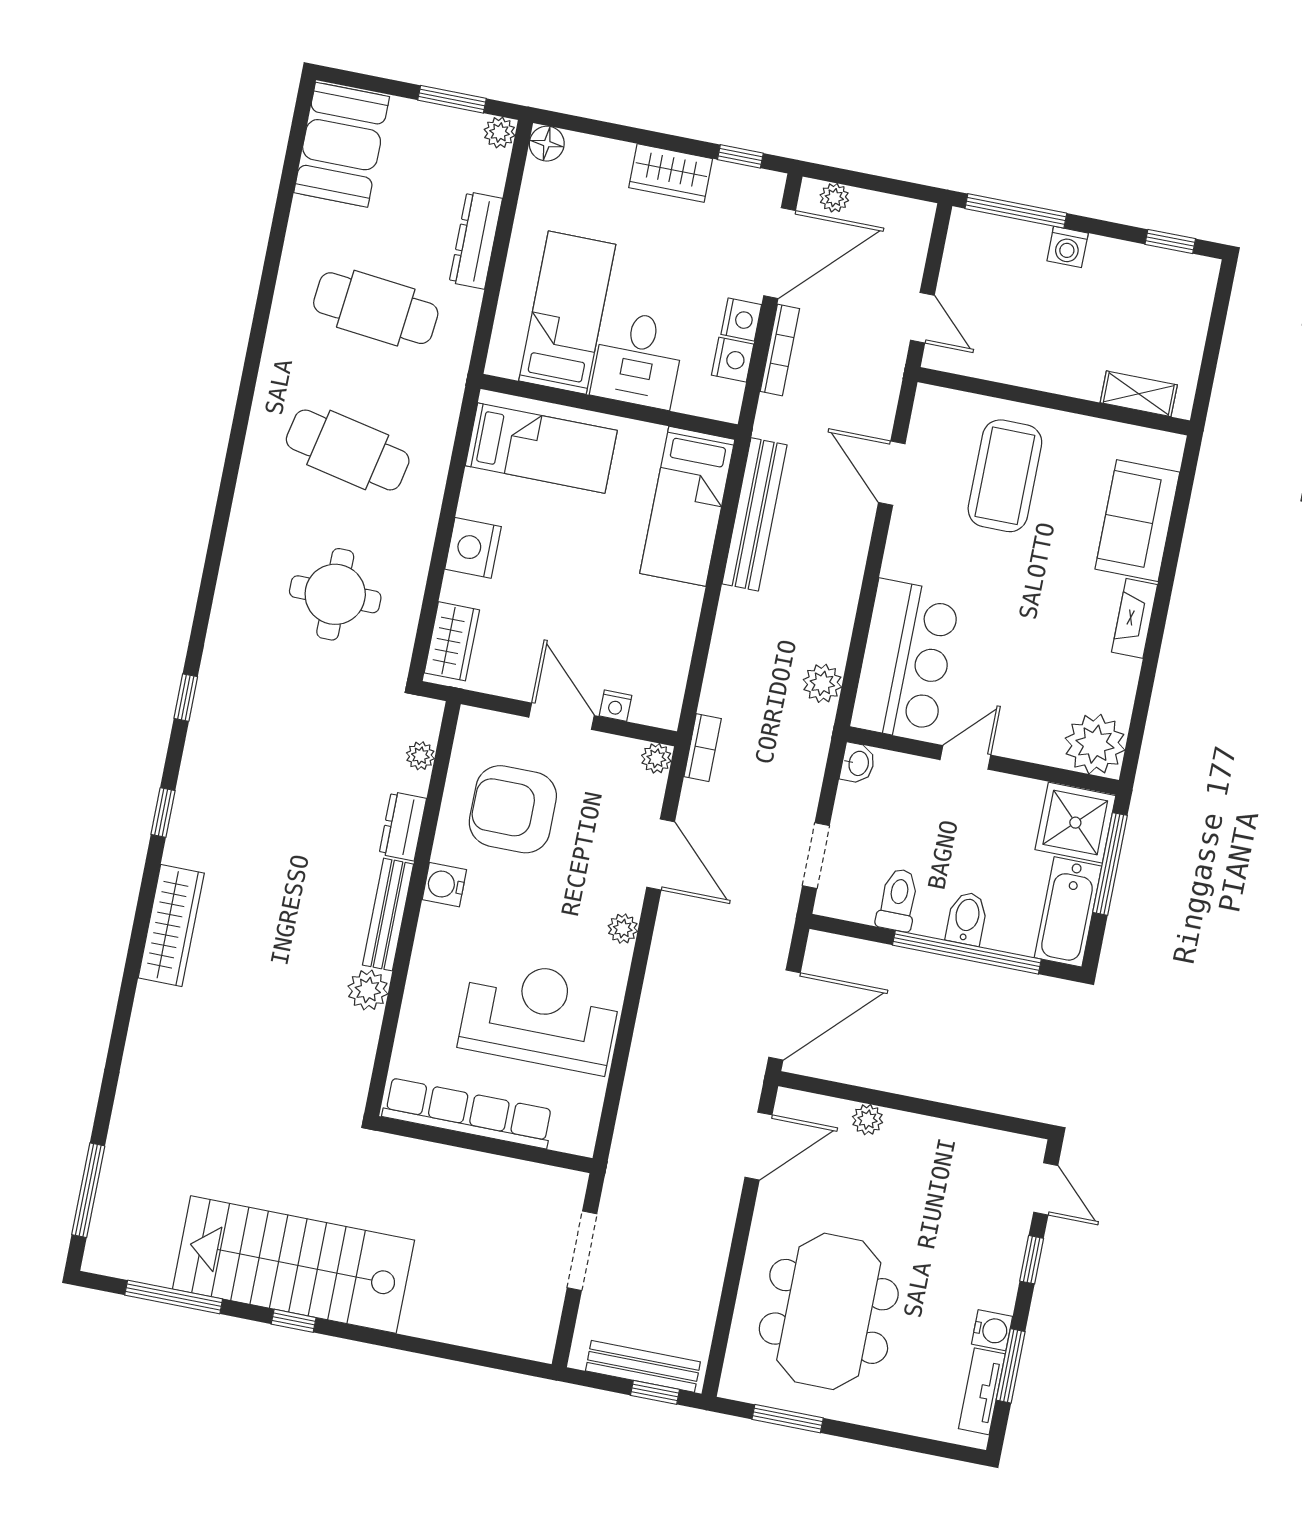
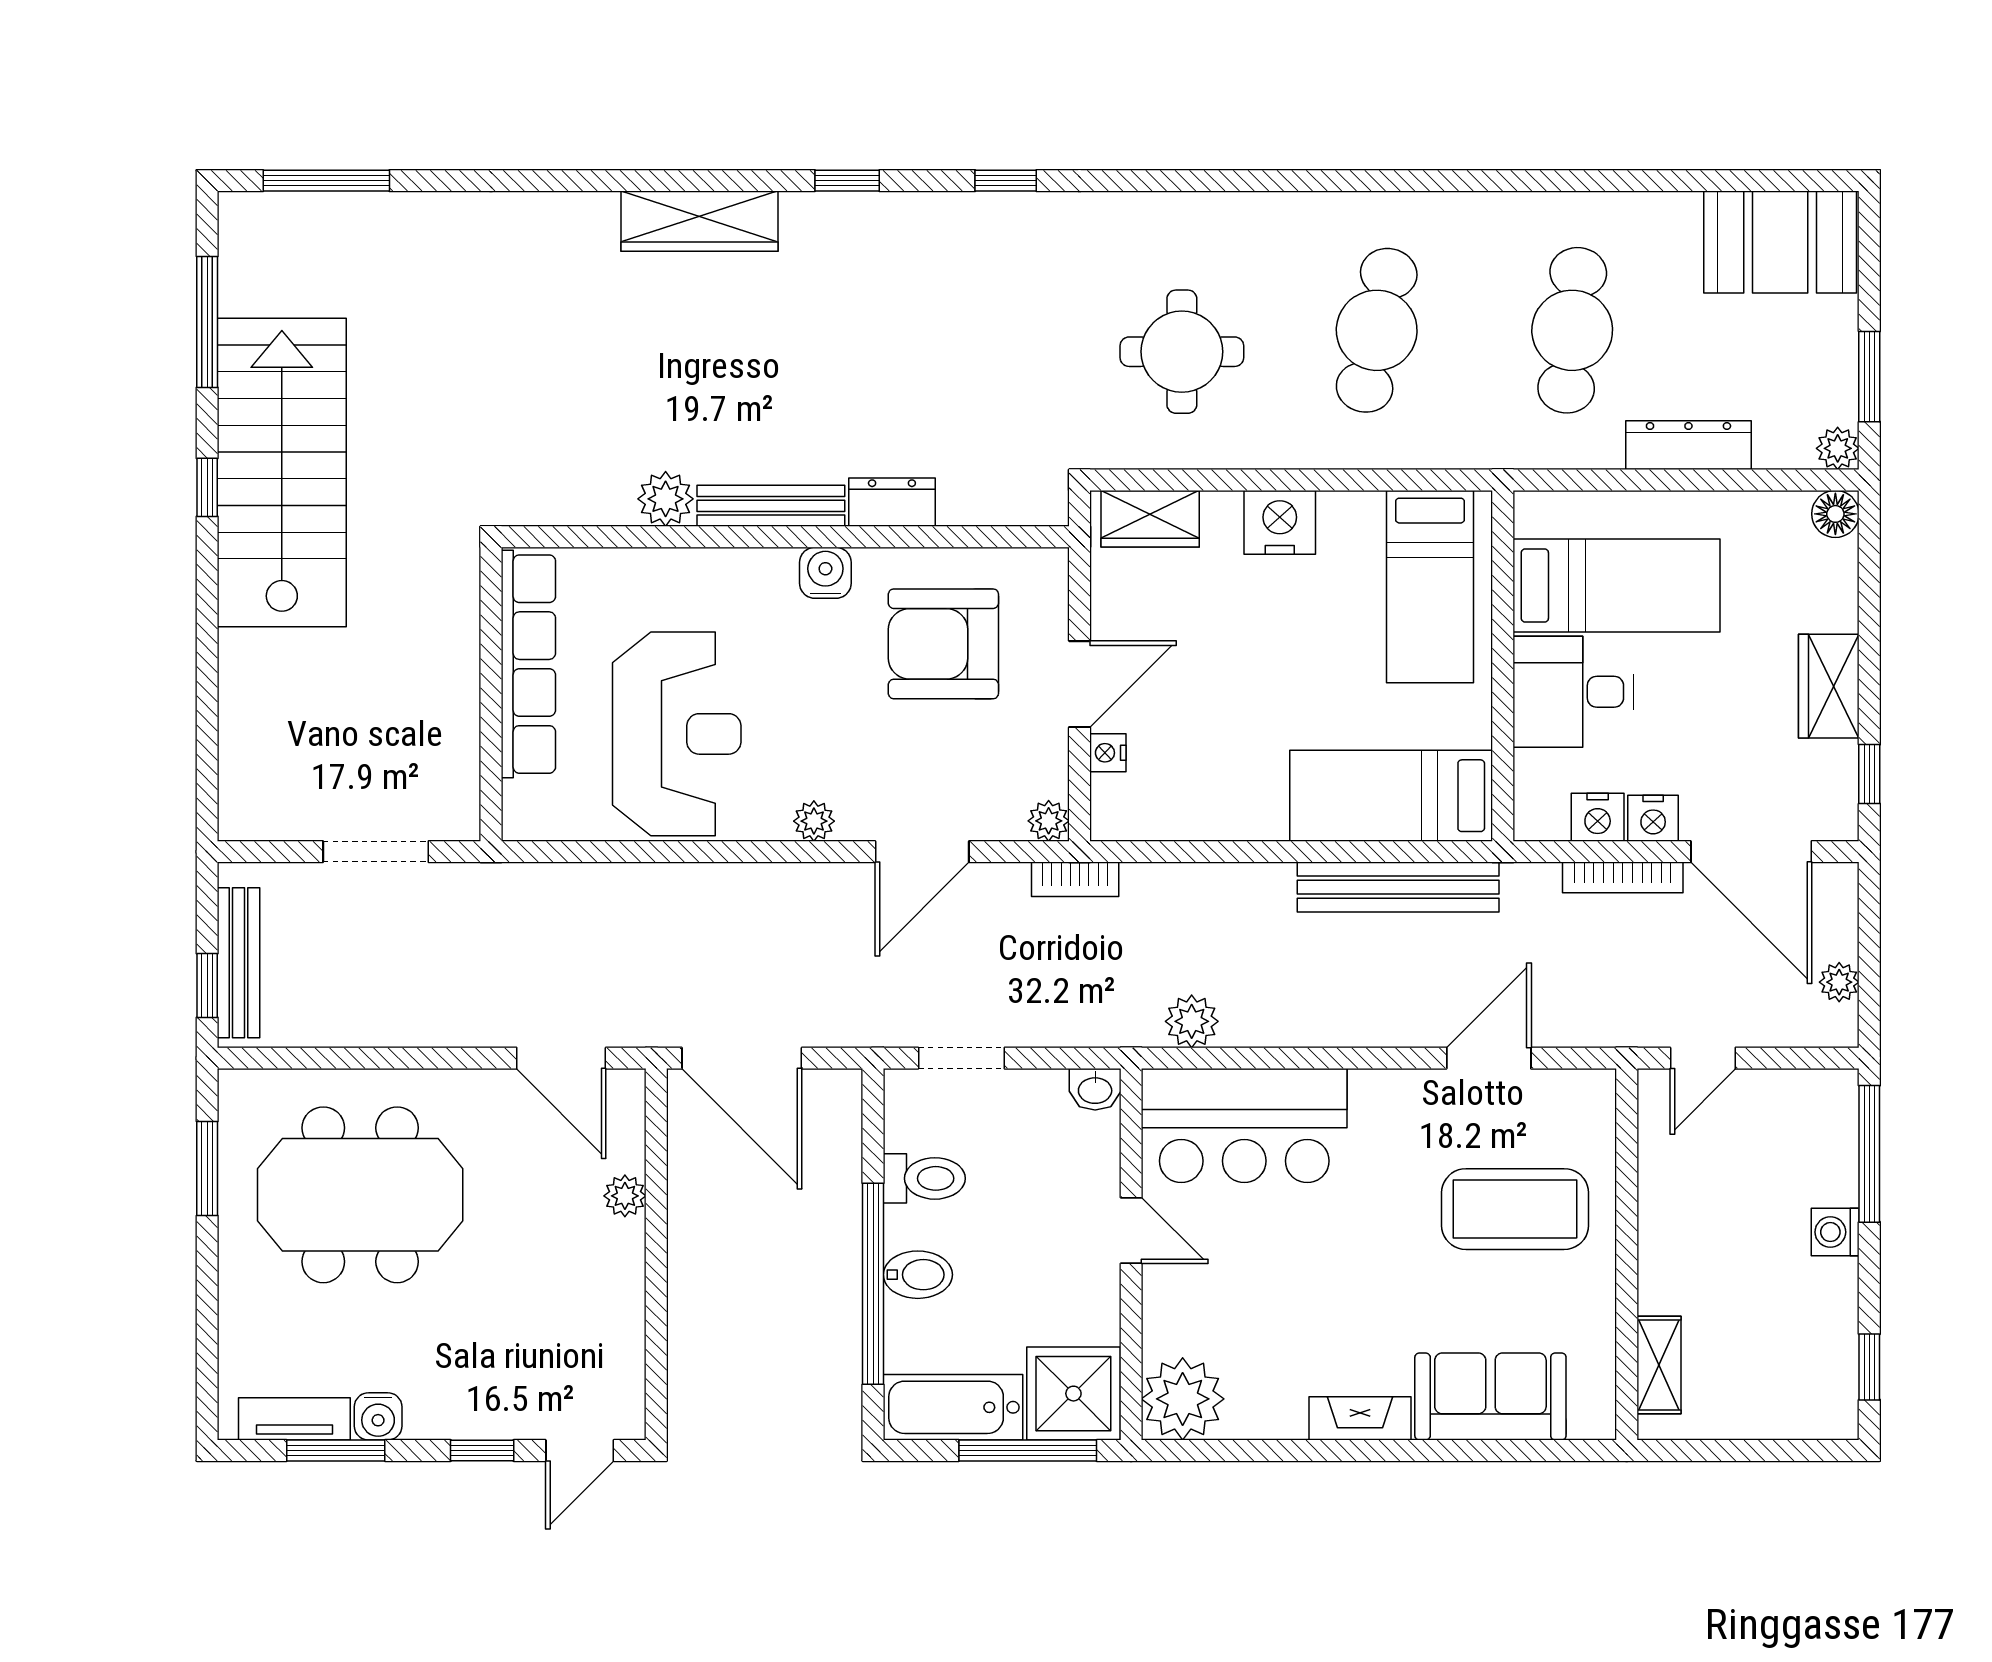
plant: (834, 198) -> (1839, 982), moved
plant: (420, 756) -> (990, 507), removed
armchair: (513, 809) -> (943, 644), turned -90

